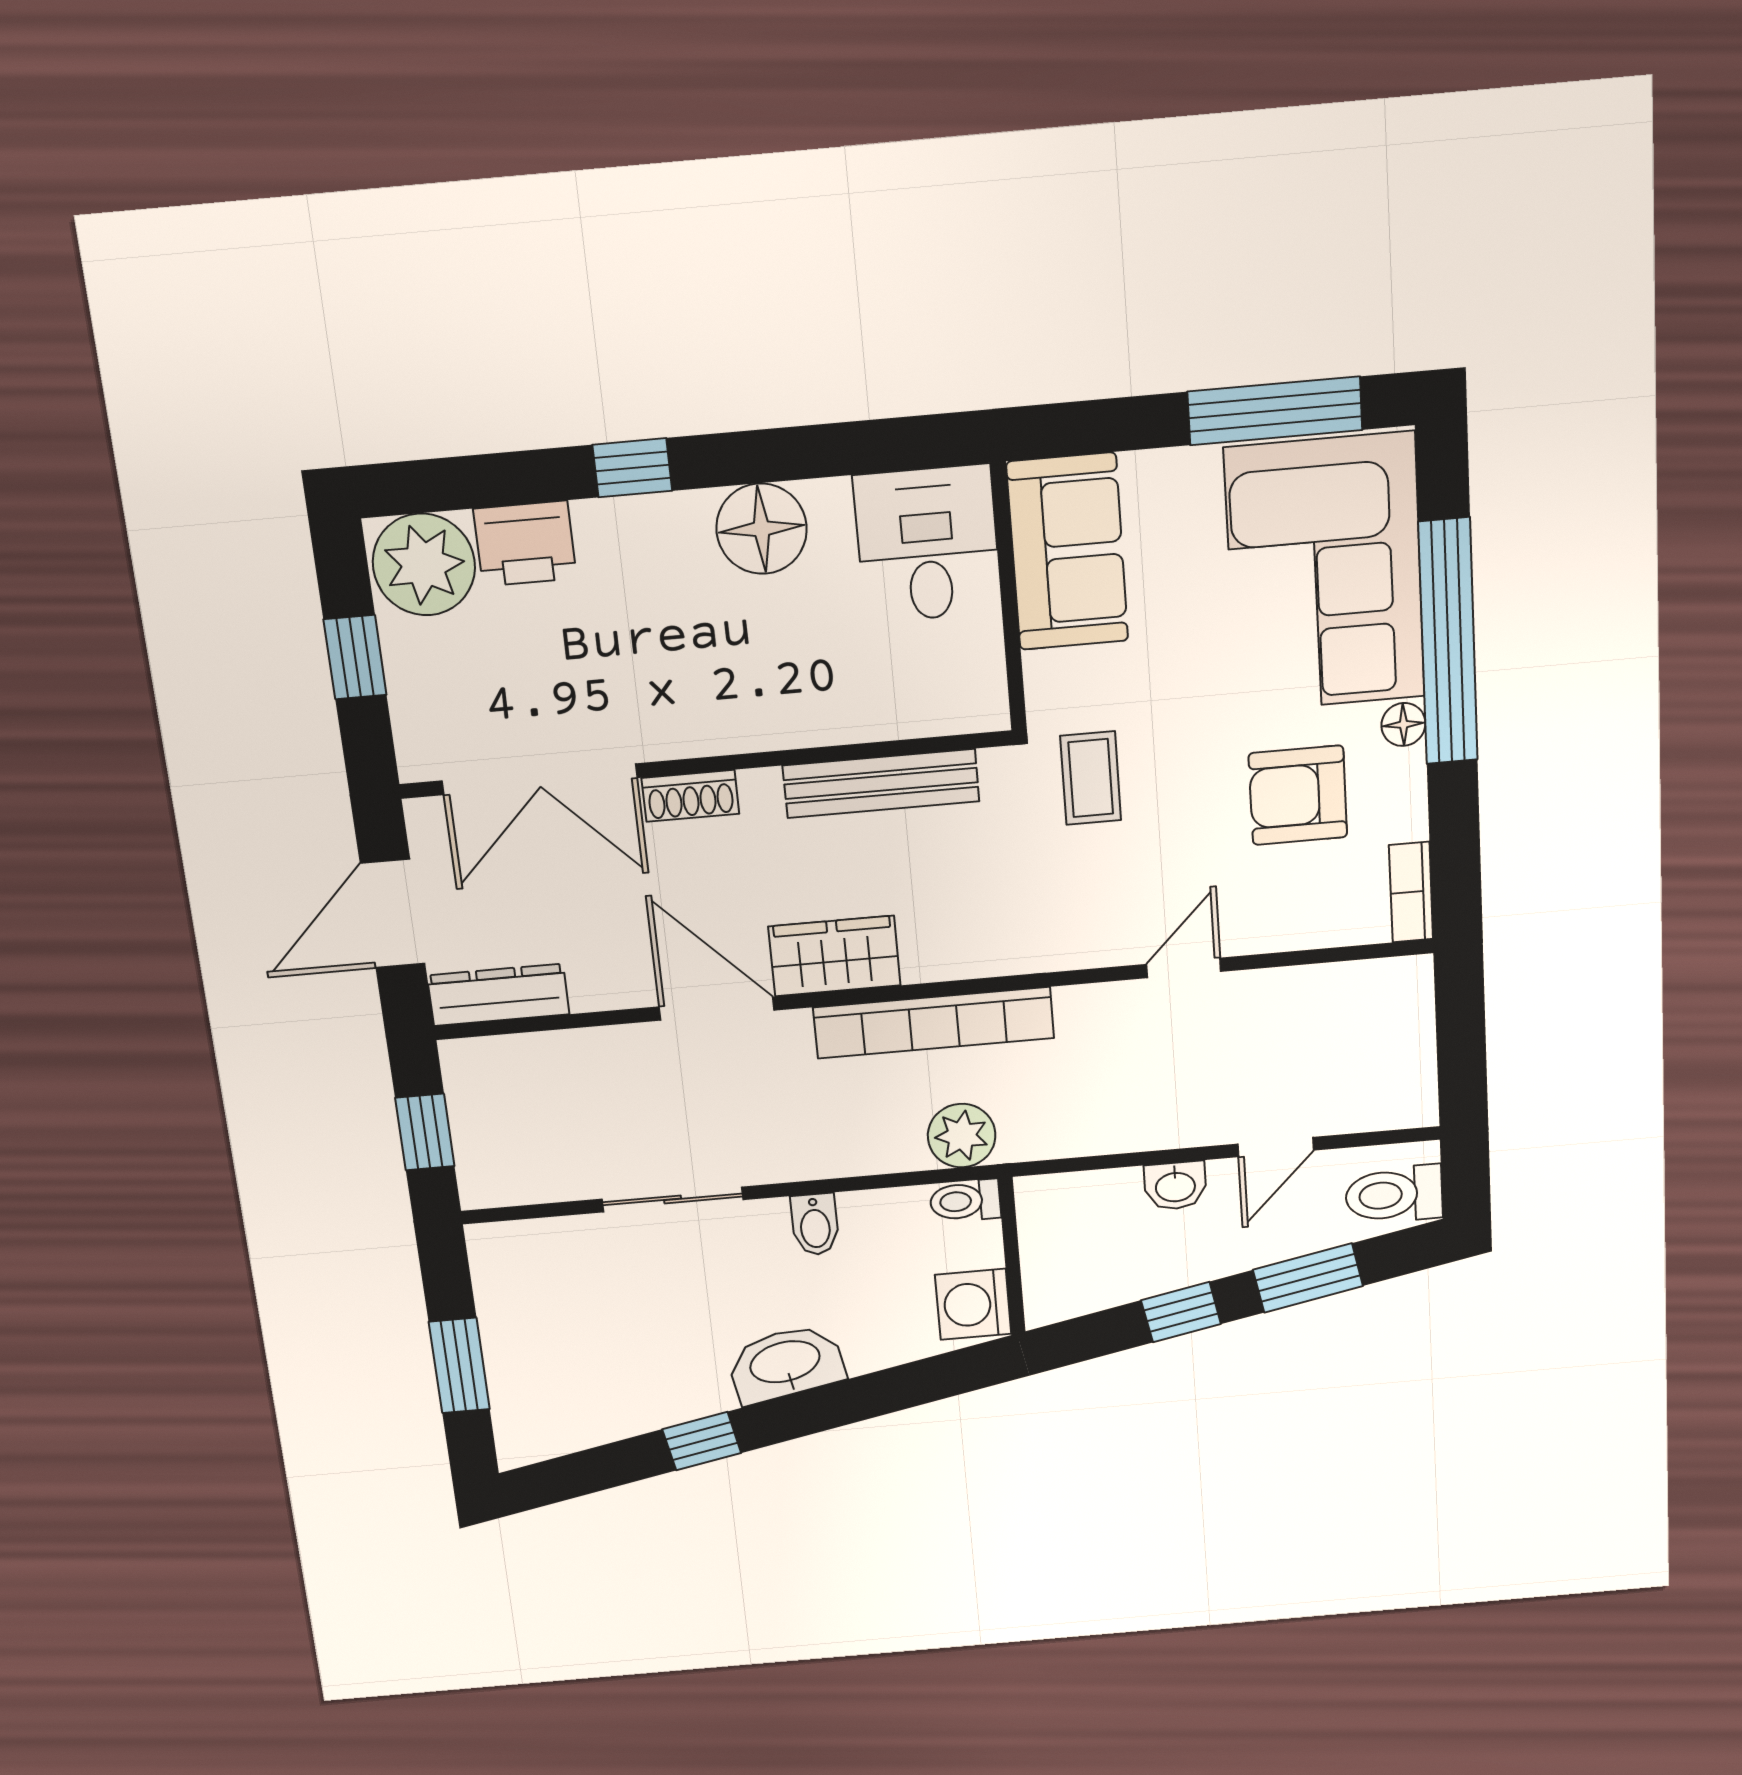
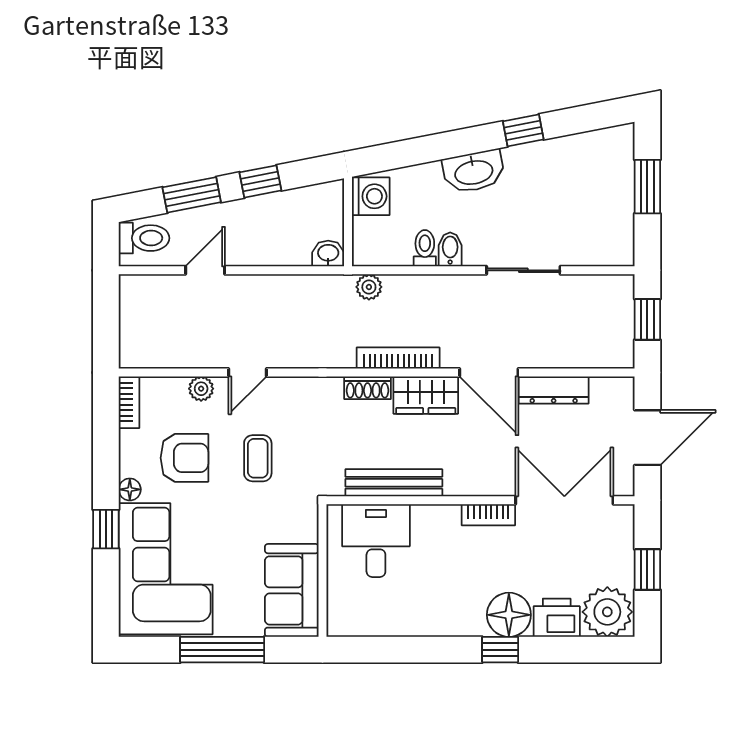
window: (1275, 411) -> (222, 650), moved
floor lamp: (762, 529) -> (509, 615), moved
desk: (928, 544) -> (376, 541), moved, turned 180
window: (1448, 642) -> (106, 529), width x0.32
bookcase: (687, 738) -> (488, 515), added
coffee table: (1091, 778) -> (258, 458), moved
shoe rack: (690, 796) -> (368, 388), moved, turned 180
plant: (1272, 930) -> (201, 389), added
dresser: (498, 995) -> (554, 390), moved
bookcase: (934, 1023) -> (398, 358), width x0.68, depth x0.76
plant: (962, 1136) -> (369, 287), width x0.73, depth x0.73
washbasin: (1175, 1186) -> (328, 254), moved
toilet: (965, 1201) -> (425, 248), moved, turned -90

